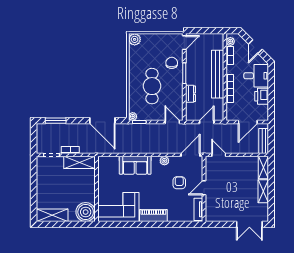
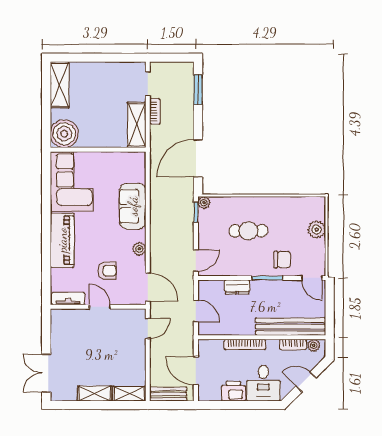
plant: (135, 39) -> (317, 230), moved
bench: (218, 74) -> (290, 327), moved
cafe table: (152, 86) -> (248, 231), width x0.73, depth x0.74
piano: (153, 215) -> (62, 240), width x1.37, depth x1.33

